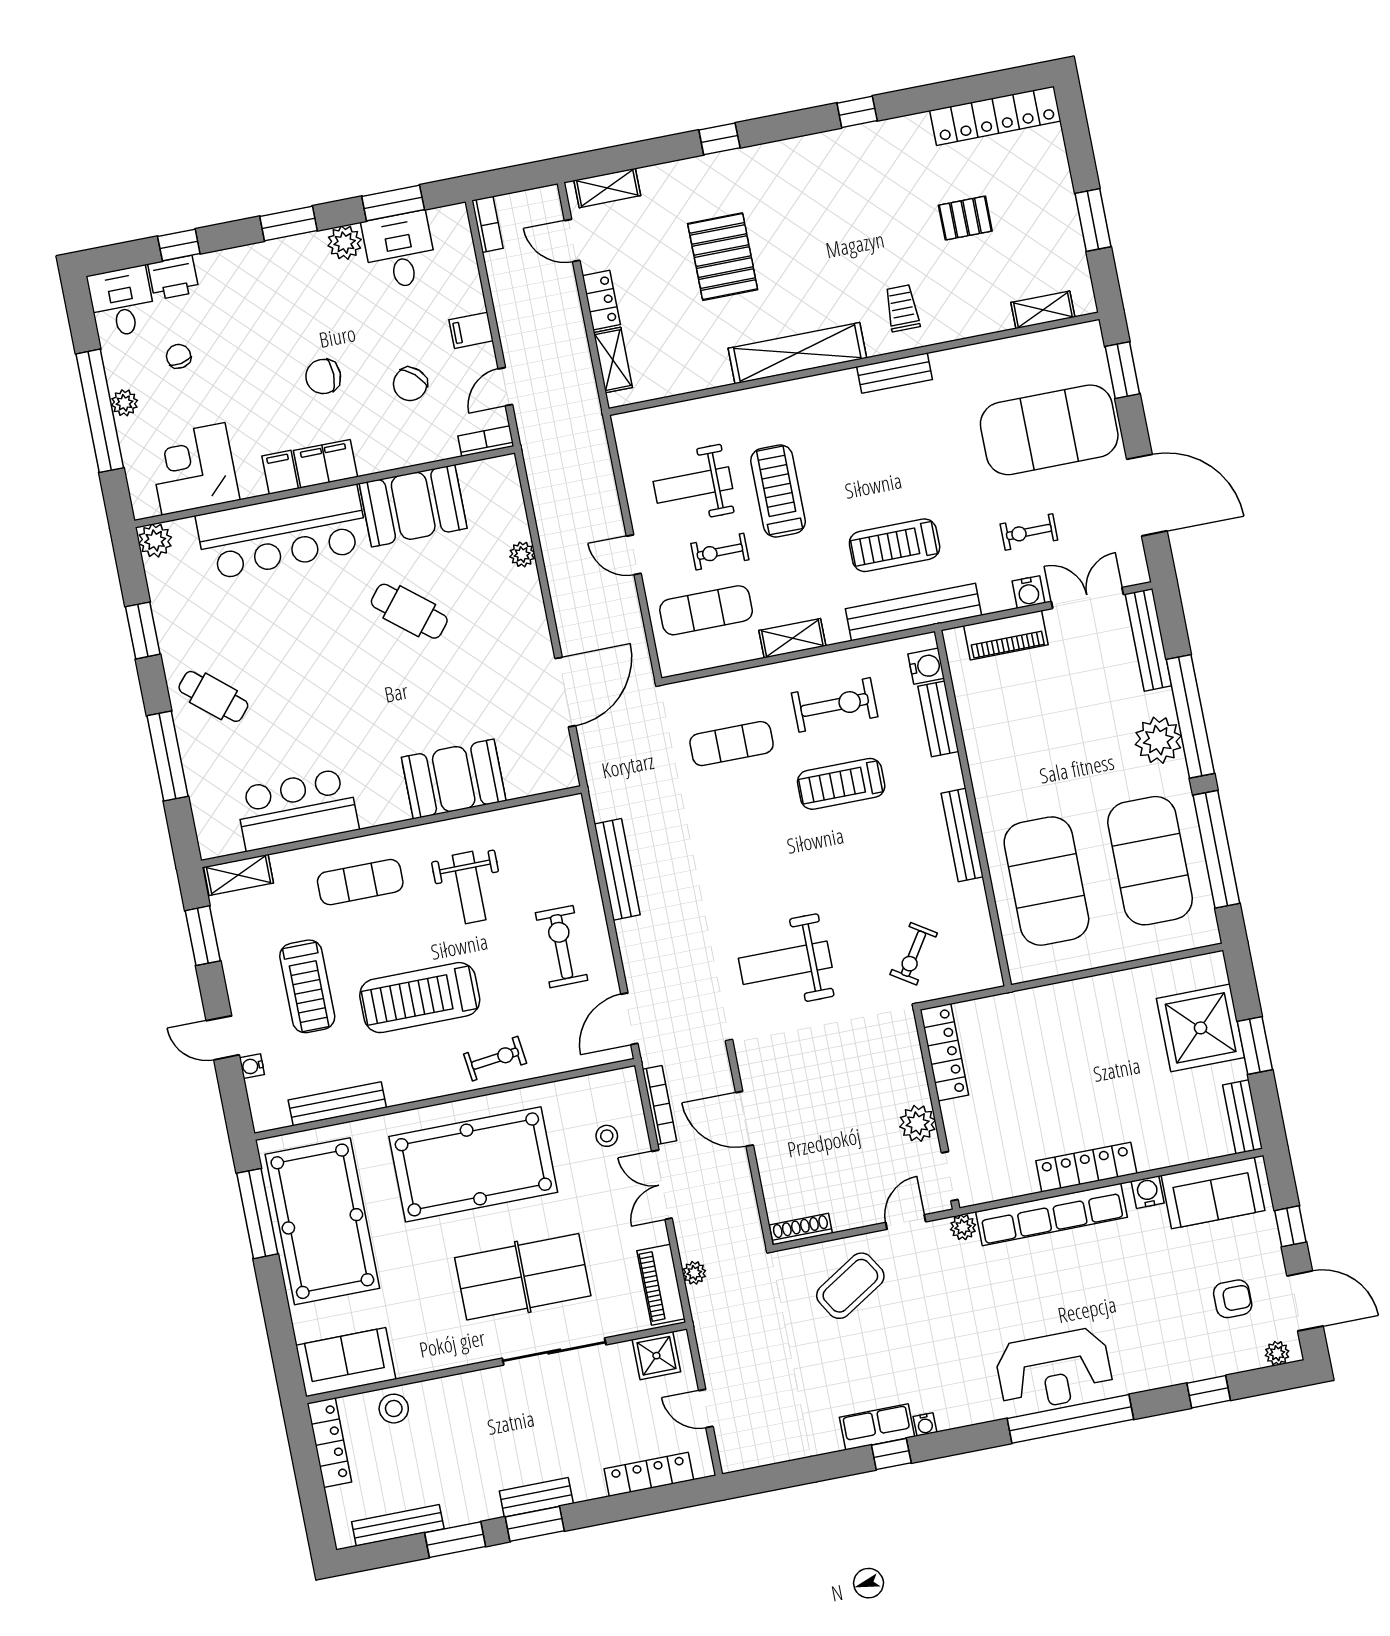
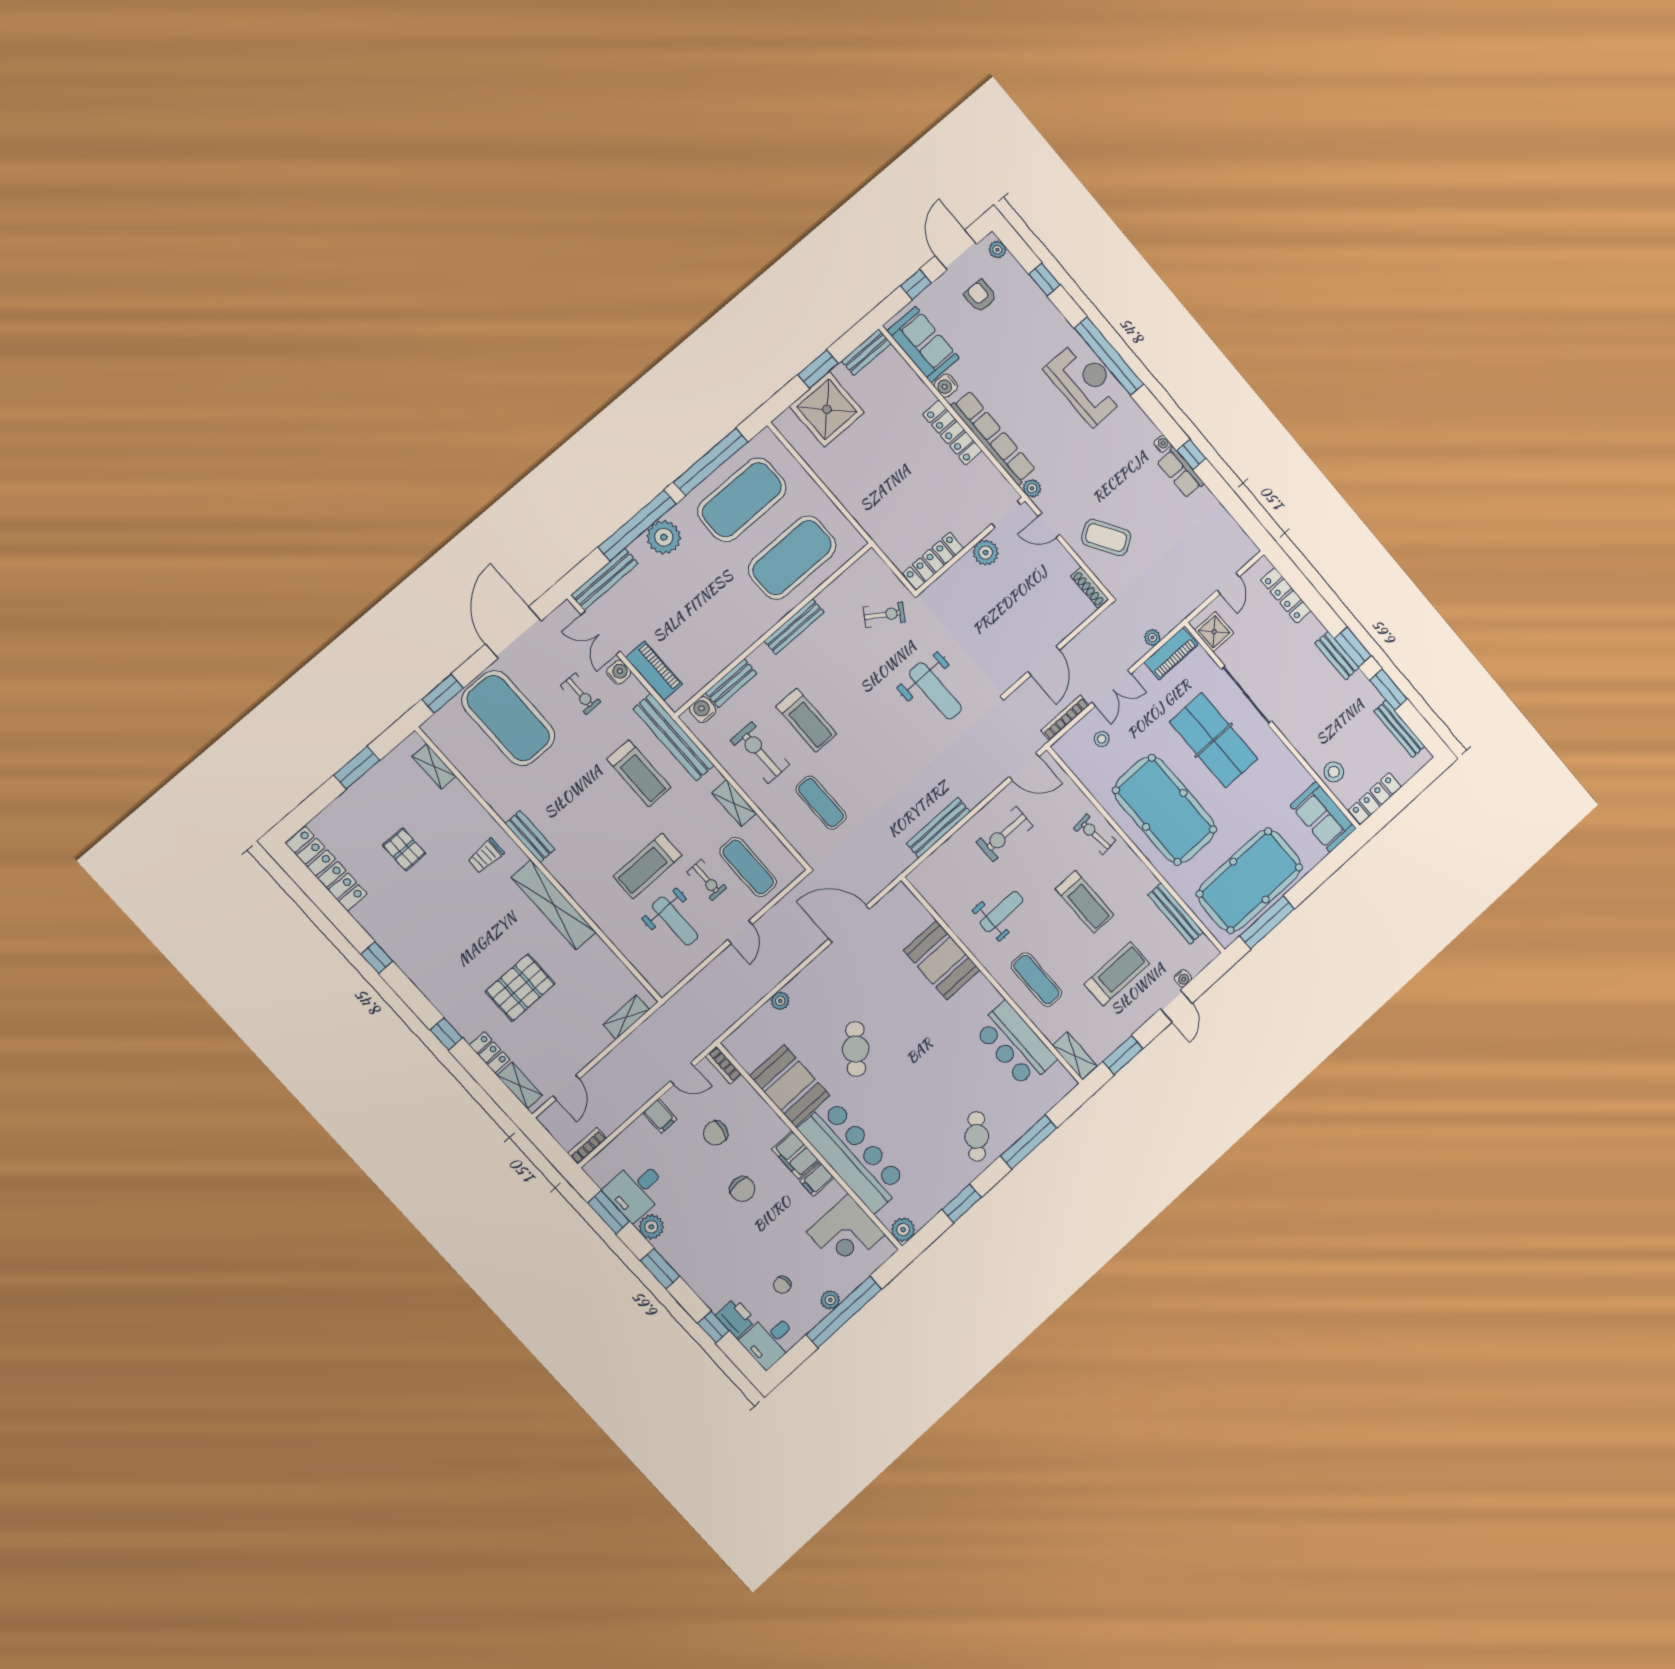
locker: (601, 300) -> (490, 1052), moved, turned 90
chair: (410, 384) -> (715, 1133), turned 148
treadmill: (420, 998) -> (1085, 902), width x0.73, depth x0.73

